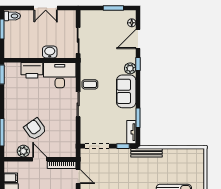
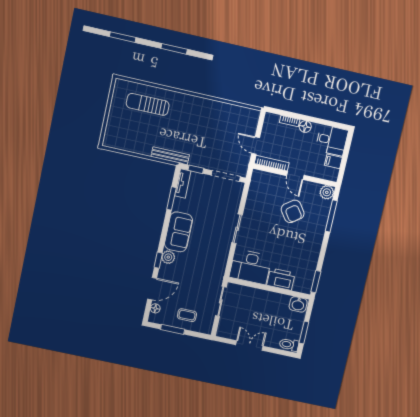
washbasin: (50, 52) -> (298, 304), moved
coffee table: (90, 84) -> (187, 315), moved
plant: (23, 151) -> (327, 192), moved

